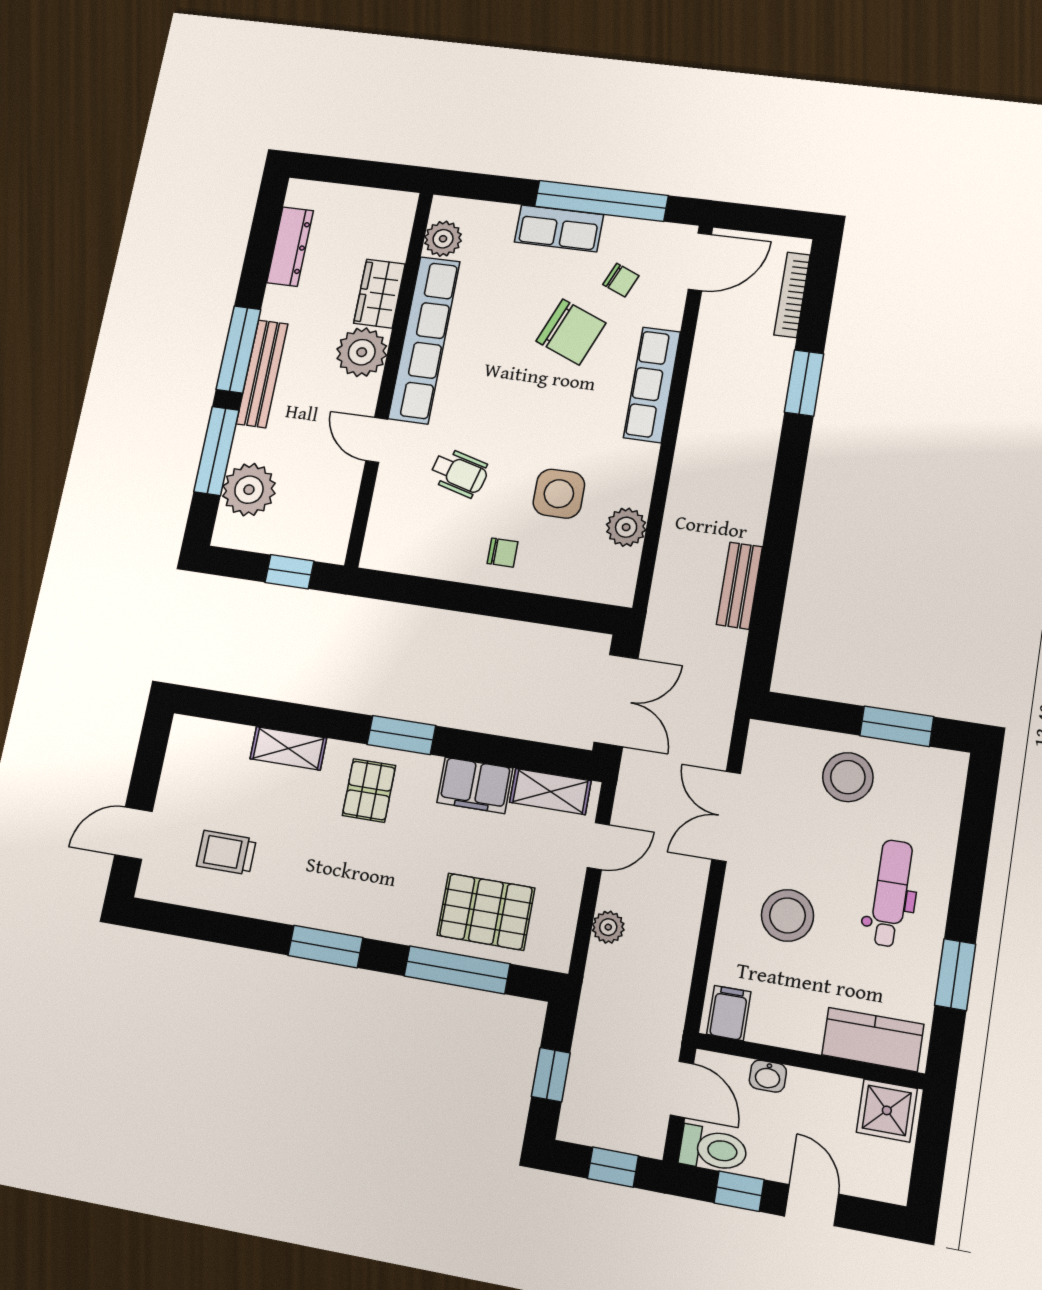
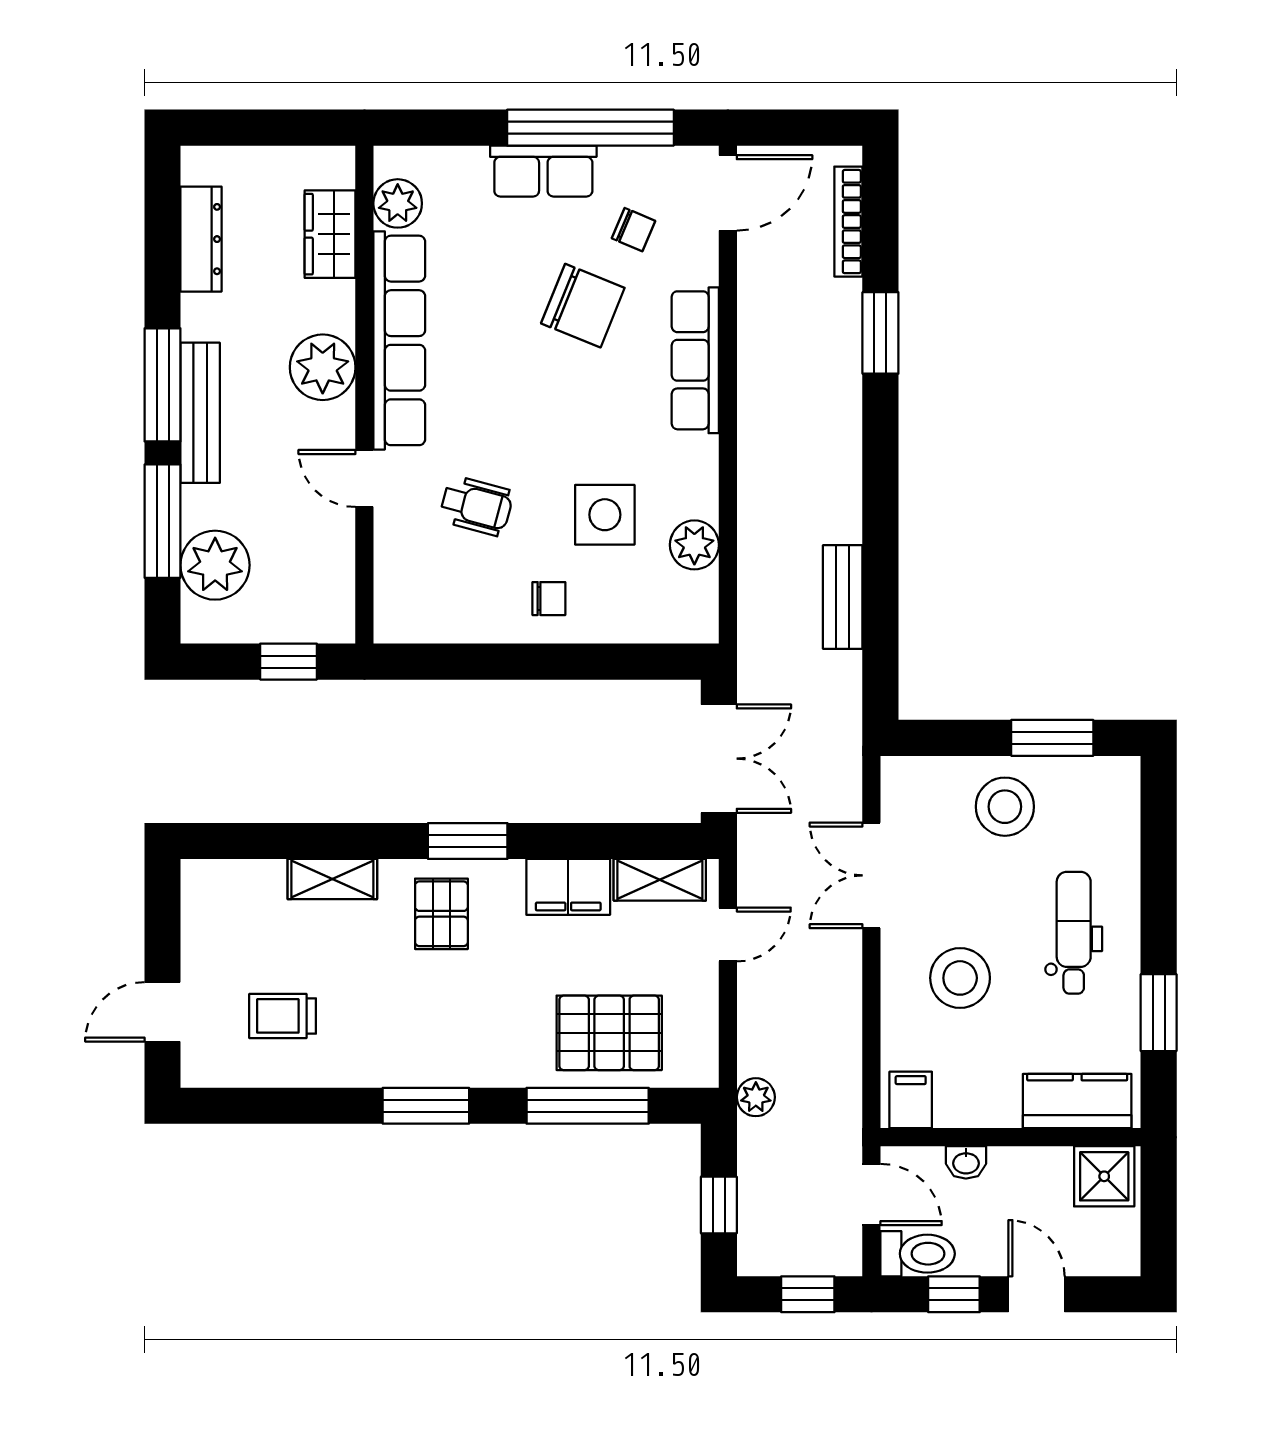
wardrobe: (379, 294) -> (330, 234), moved
plant: (608, 927) -> (756, 1097), moved

